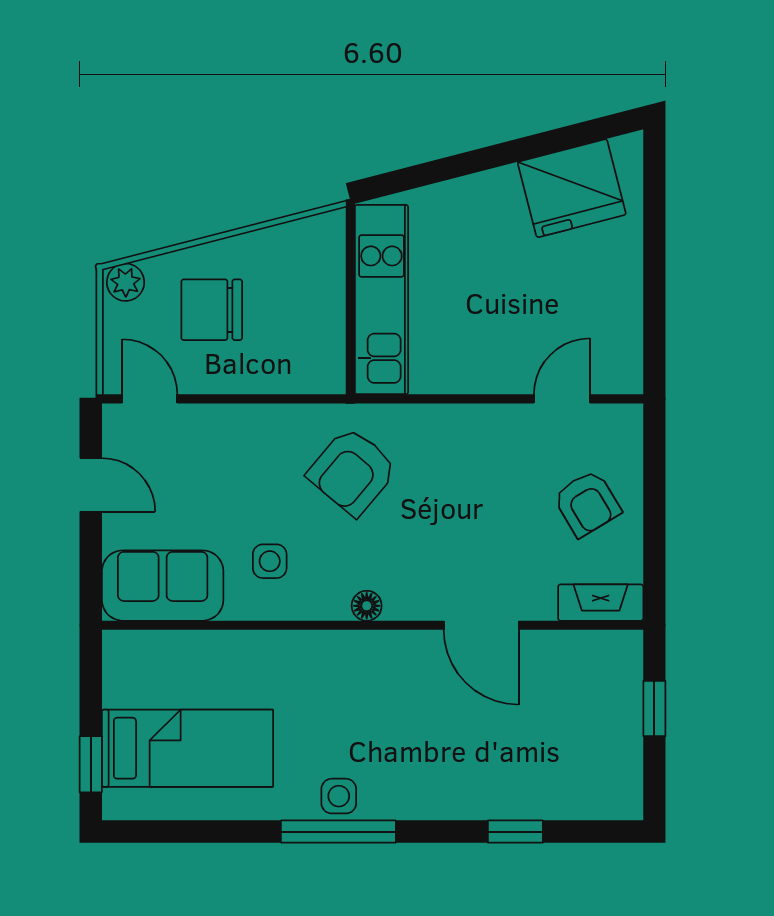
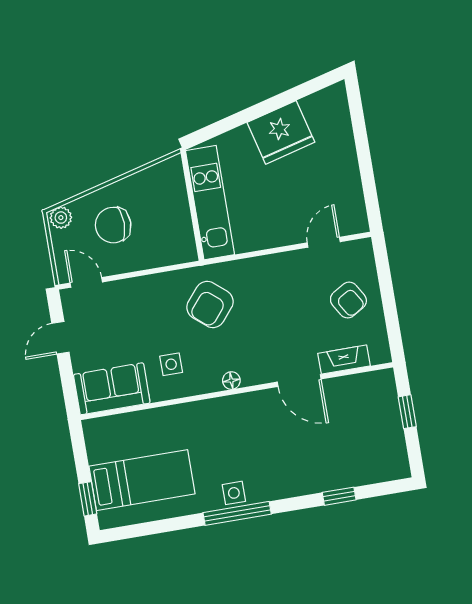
fridge: (572, 188) -> (281, 132), moved
door: (91, 485) -> (60, 338), swing flipped
fireplace: (601, 603) -> (344, 360), moved

